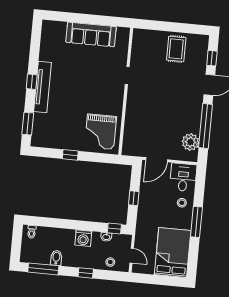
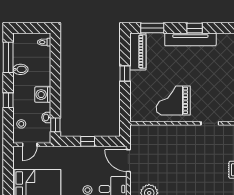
grand piano: (101, 132) -> (173, 100), moved
piano: (50, 140) -> (138, 51), added

